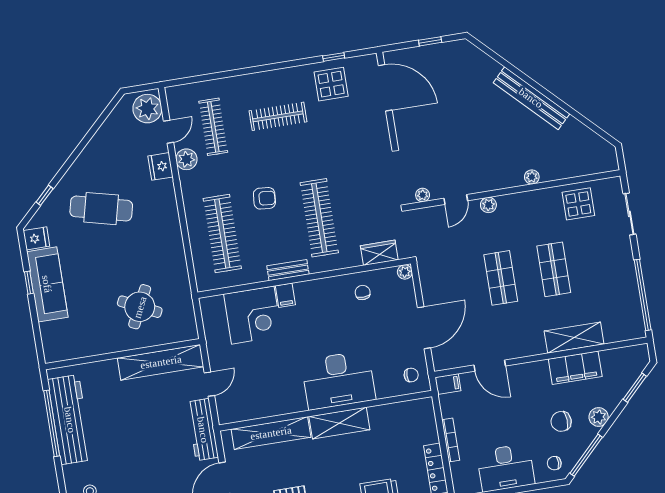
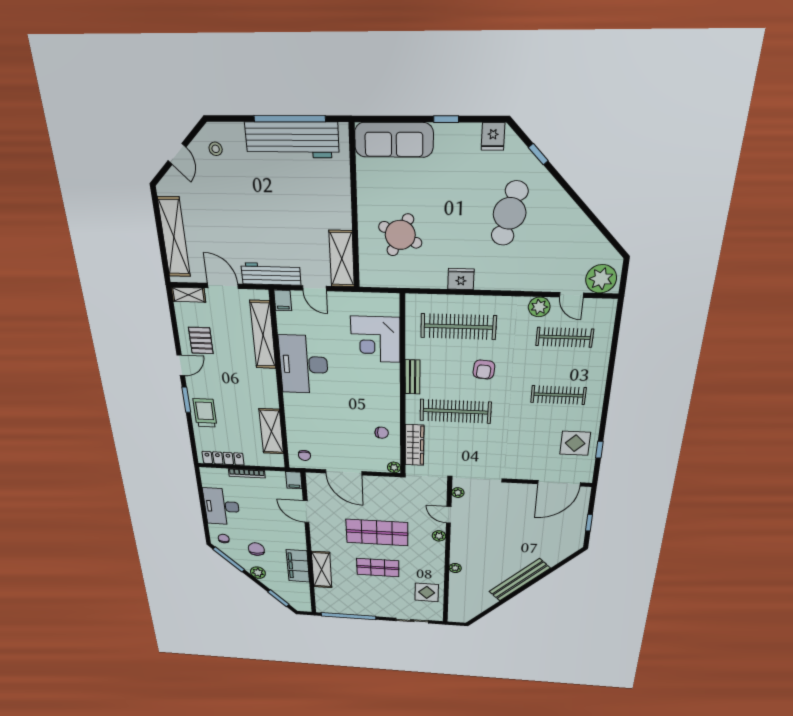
clothes rail: (278, 116) -> (558, 395), turned 90
fridge: (160, 166) -> (461, 279), moved
wardrobe: (379, 253) -> (414, 445), width x1.50
shop shelf: (501, 278) -> (377, 532), width x1.43, depth x1.36
sofa: (47, 284) -> (394, 140), moved
filing cabinet: (285, 295) -> (283, 300), moved, turned -90
shelving: (161, 362) -> (342, 259), width x0.68
door: (490, 366) -> (306, 512), hinge flipped
desk: (338, 380) -> (304, 364), moved
shelving: (339, 423) -> (271, 431), moved

